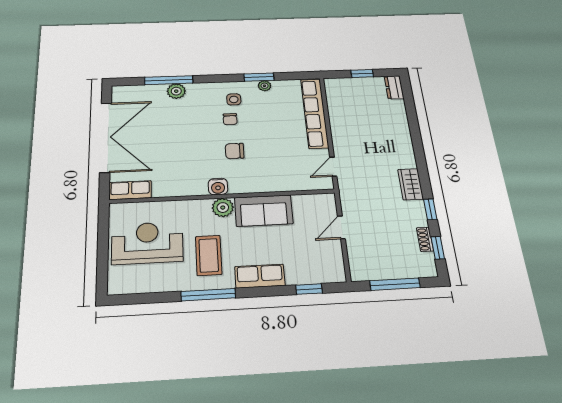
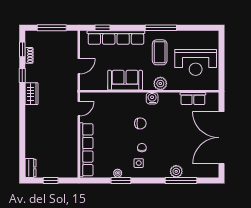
row of seats: (130, 190) -> (193, 99), moved
plant: (223, 208) -> (160, 84), moved
row of seats: (260, 276) -> (116, 38), width x2.02

